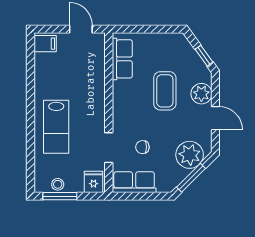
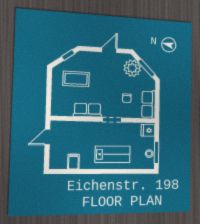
filing cabinet: (45, 44) -> (73, 162), moved
row of seats: (122, 59) -> (87, 110), moved
coffee table: (165, 91) -> (76, 79), moved
plant: (201, 94) -> (93, 58), removed
doorway: (109, 148) -> (112, 120), moved

